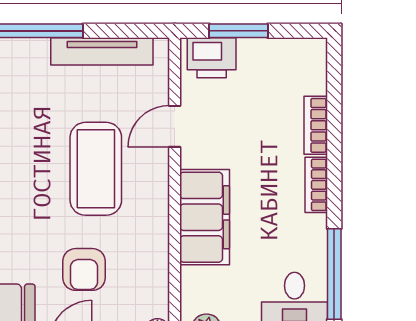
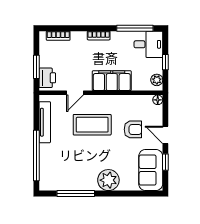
bookcase: (316, 125) -> (58, 36), moved
door: (175, 126) -> (75, 93), hinge flipped

